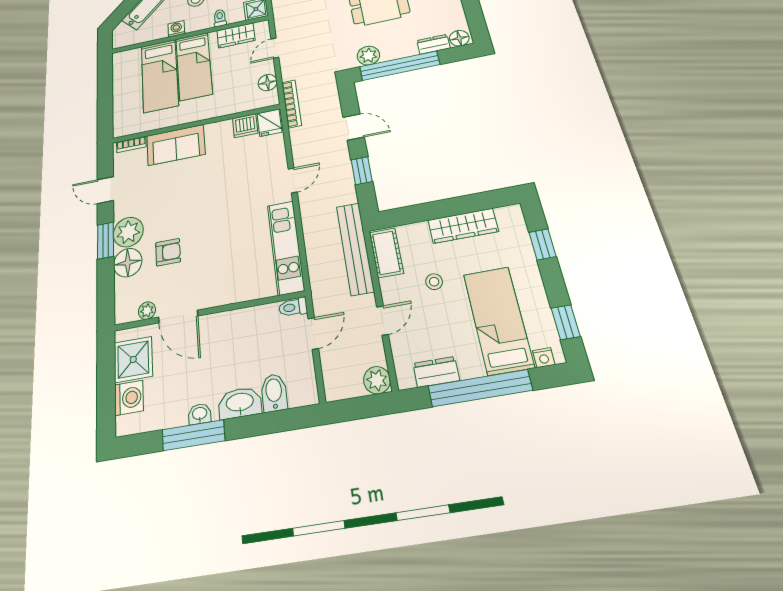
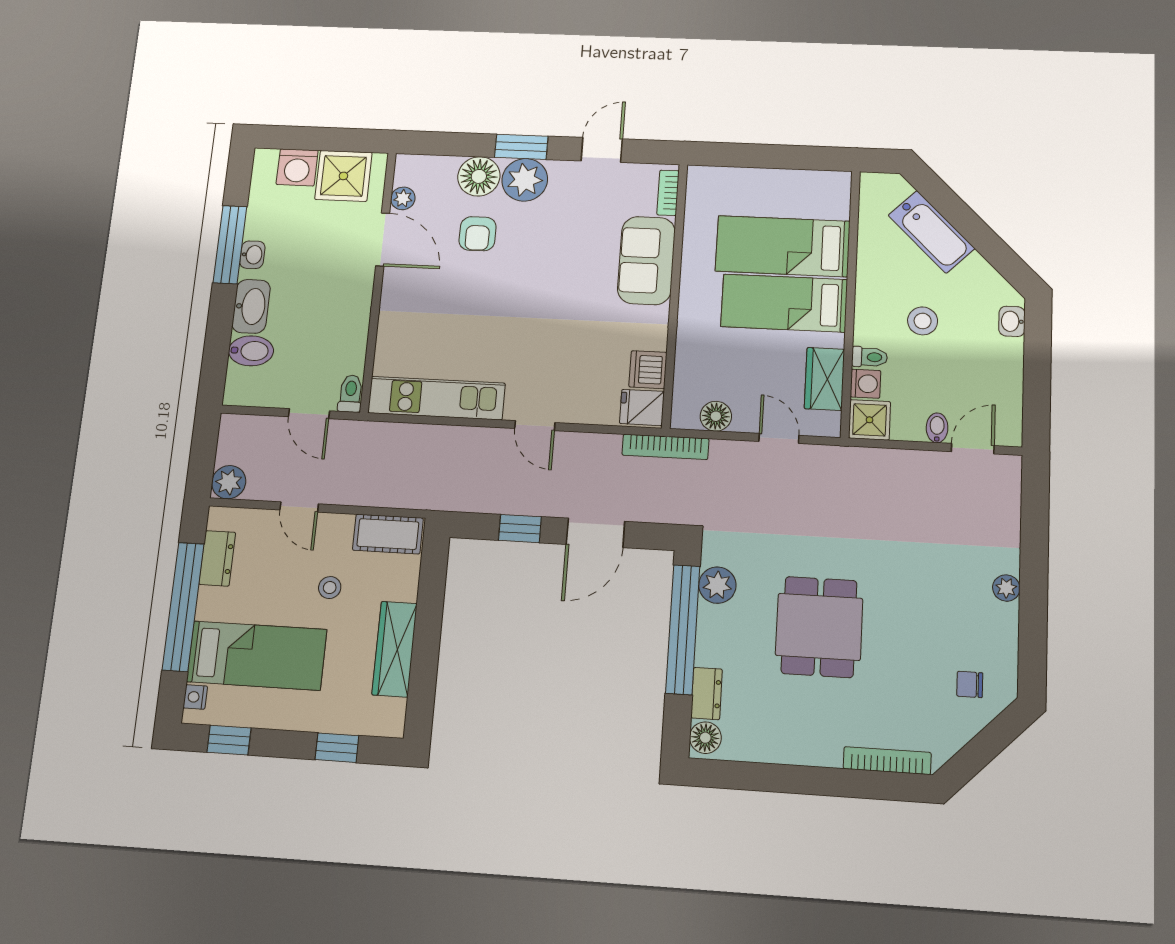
washing machine: (176, 29) -> (865, 384), moved
door: (354, 127) -> (595, 533), width x1.37
bench: (355, 248) -> (407, 493), removed
door: (178, 317) -> (383, 239), swing flipped

